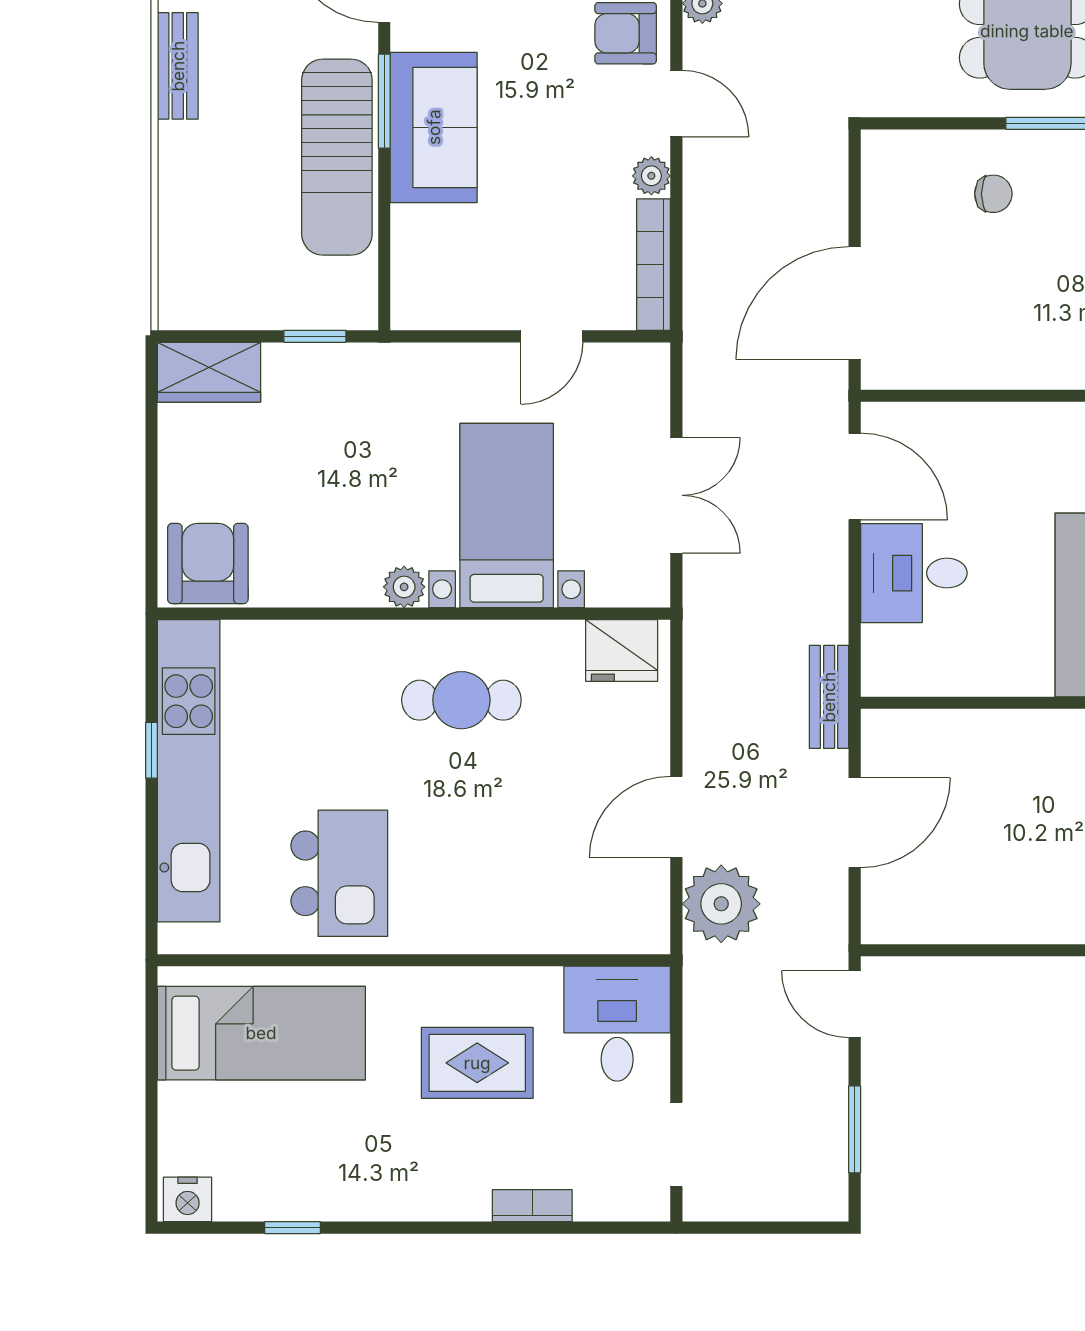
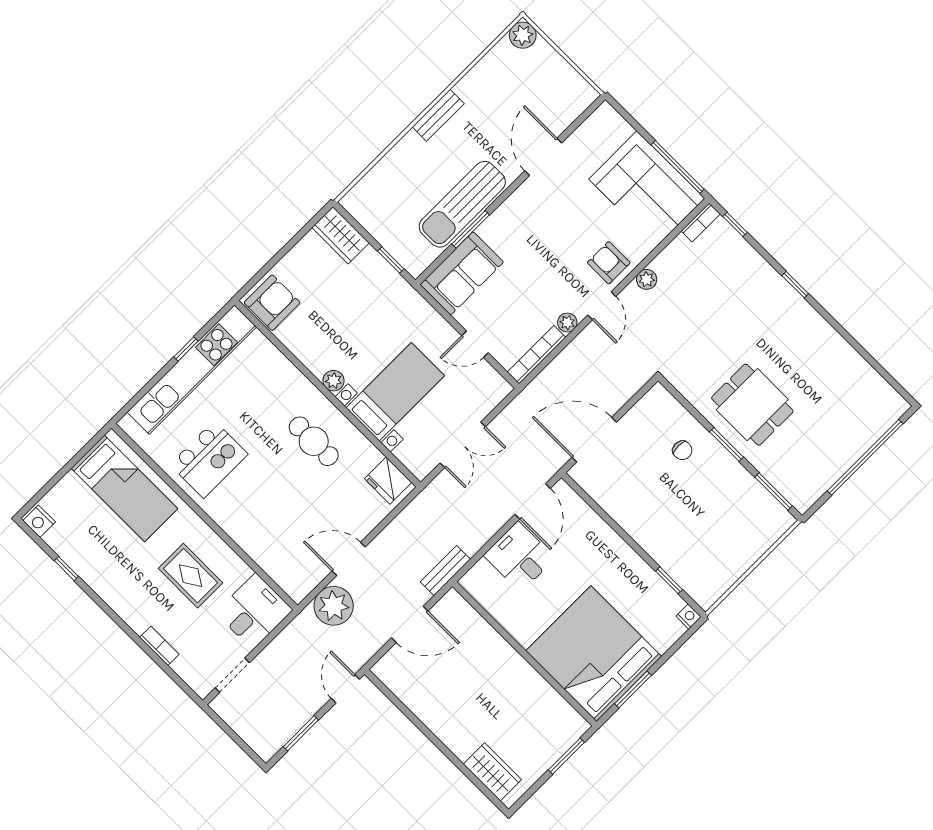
window: (384, 101) -> (471, 229), moved
sofa: (434, 127) -> (462, 273), moved

